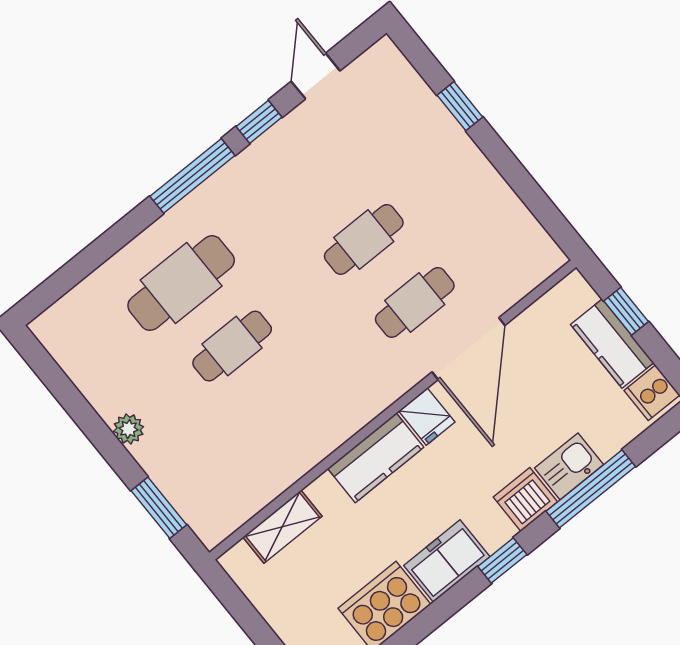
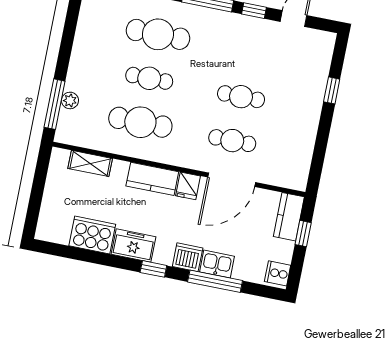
kitchen counter: (612, 344) -> (289, 217), moved
cafe table: (283, 409) -> (140, 122), added
plant: (129, 429) -> (70, 100), moved
window: (159, 508) -> (55, 104), width x1.44

